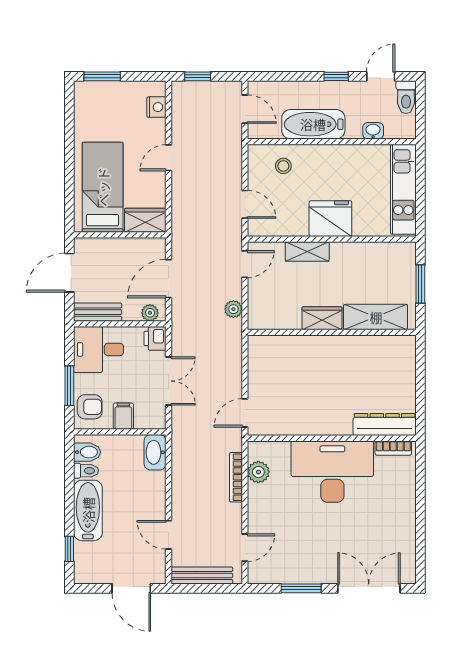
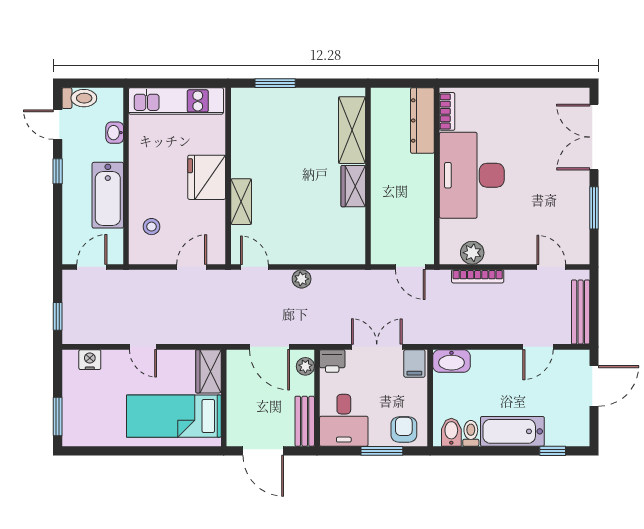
shelving: (376, 317) -> (352, 130), moved
wardrobe: (322, 318) -> (353, 186), moved
wall: (332, 332) -> (368, 176), moved
filing cabinet: (123, 416) -> (414, 363), moved, turned -90

